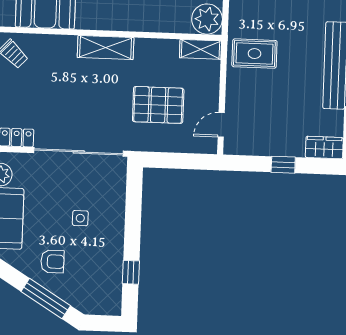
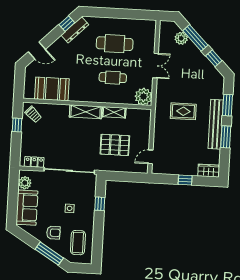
shelving: (200, 49) -> (114, 112), moved
rug: (254, 54) -> (183, 111), moved
window: (131, 272) -> (100, 204), moved
coffee table: (96, 278) -> (78, 243), added

